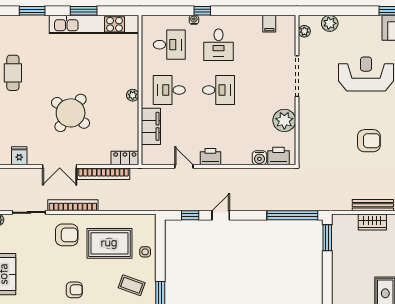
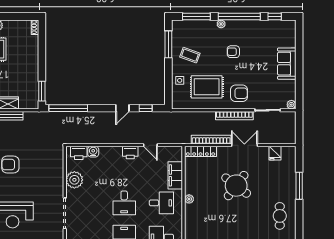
desk: (219, 90) -> (124, 203), turned -90
locker: (125, 158) -> (201, 151), width x1.53
armchair: (67, 235) -> (239, 93), turned 180

